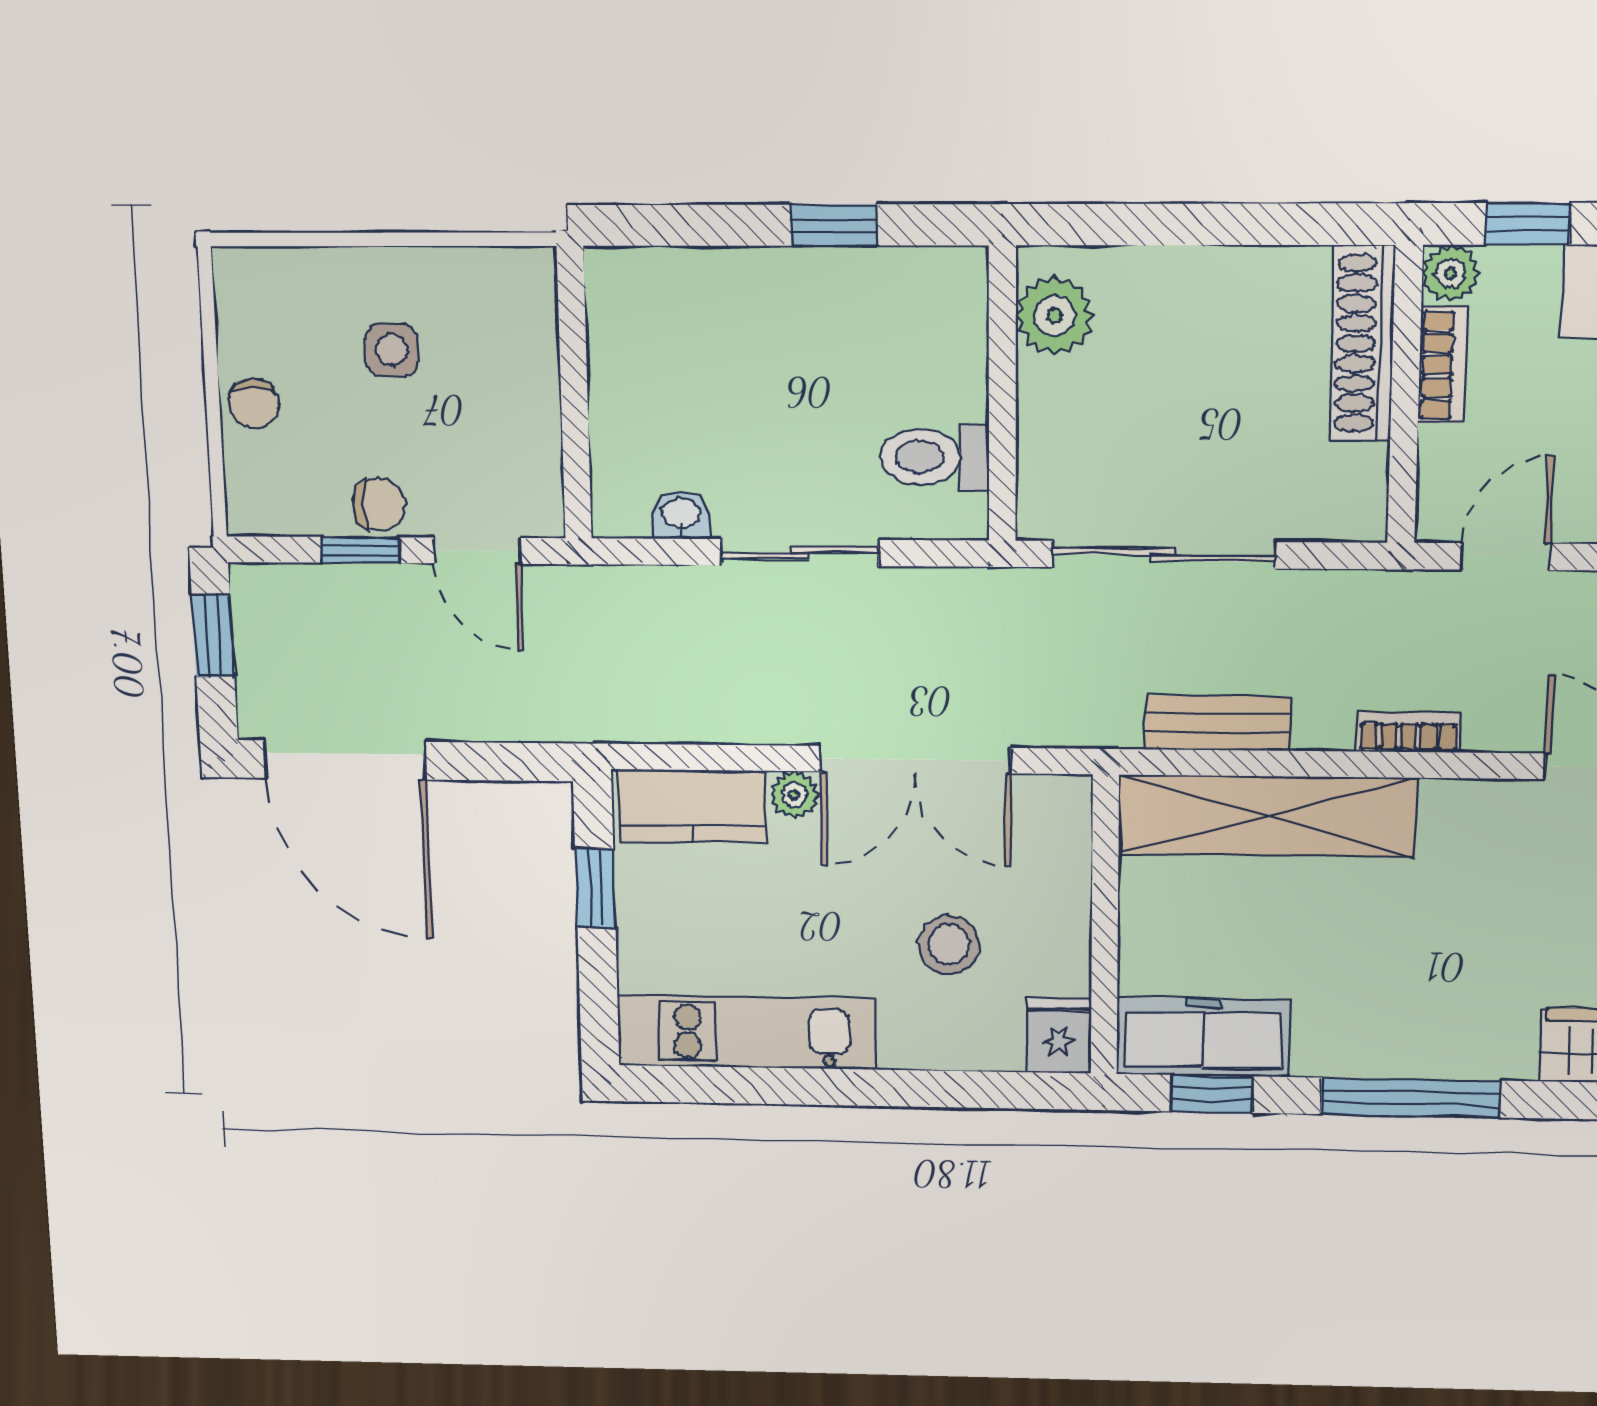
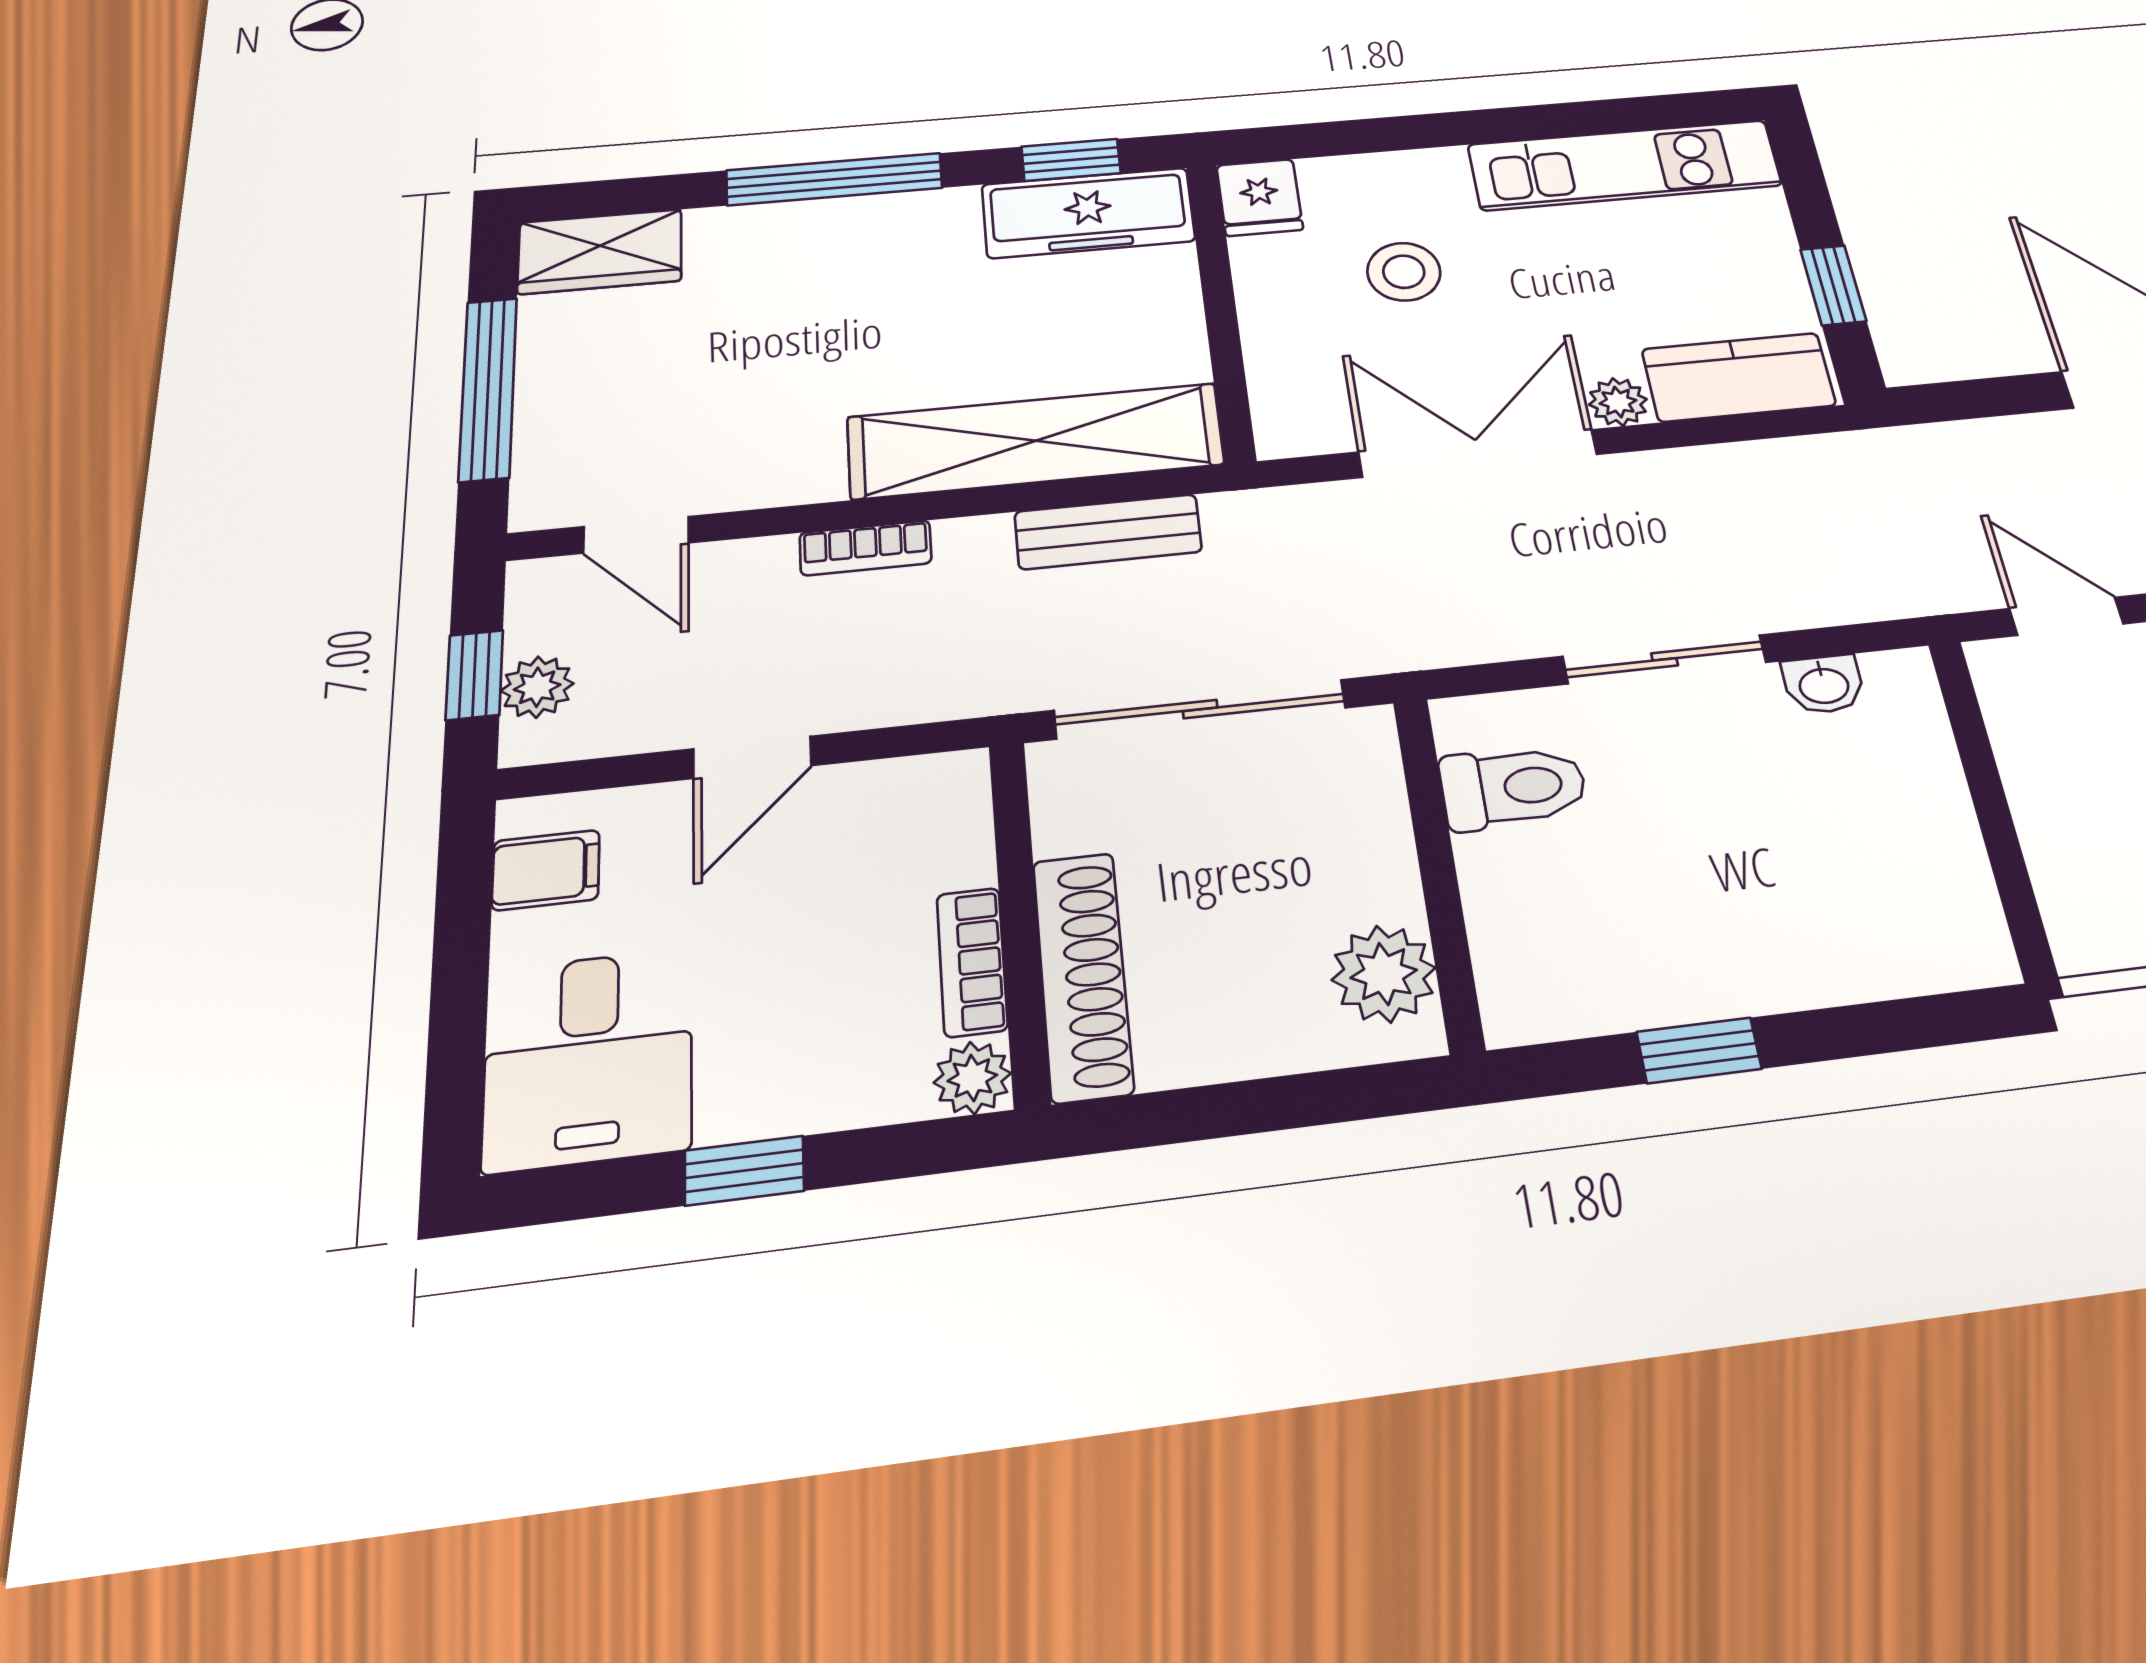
plant: (1450, 273) -> (972, 1078), moved
shoe rack: (1363, 343) -> (1083, 976), moved
bookcase: (1443, 365) -> (972, 962), moved
wall: (1405, 395) -> (1019, 919), moved

